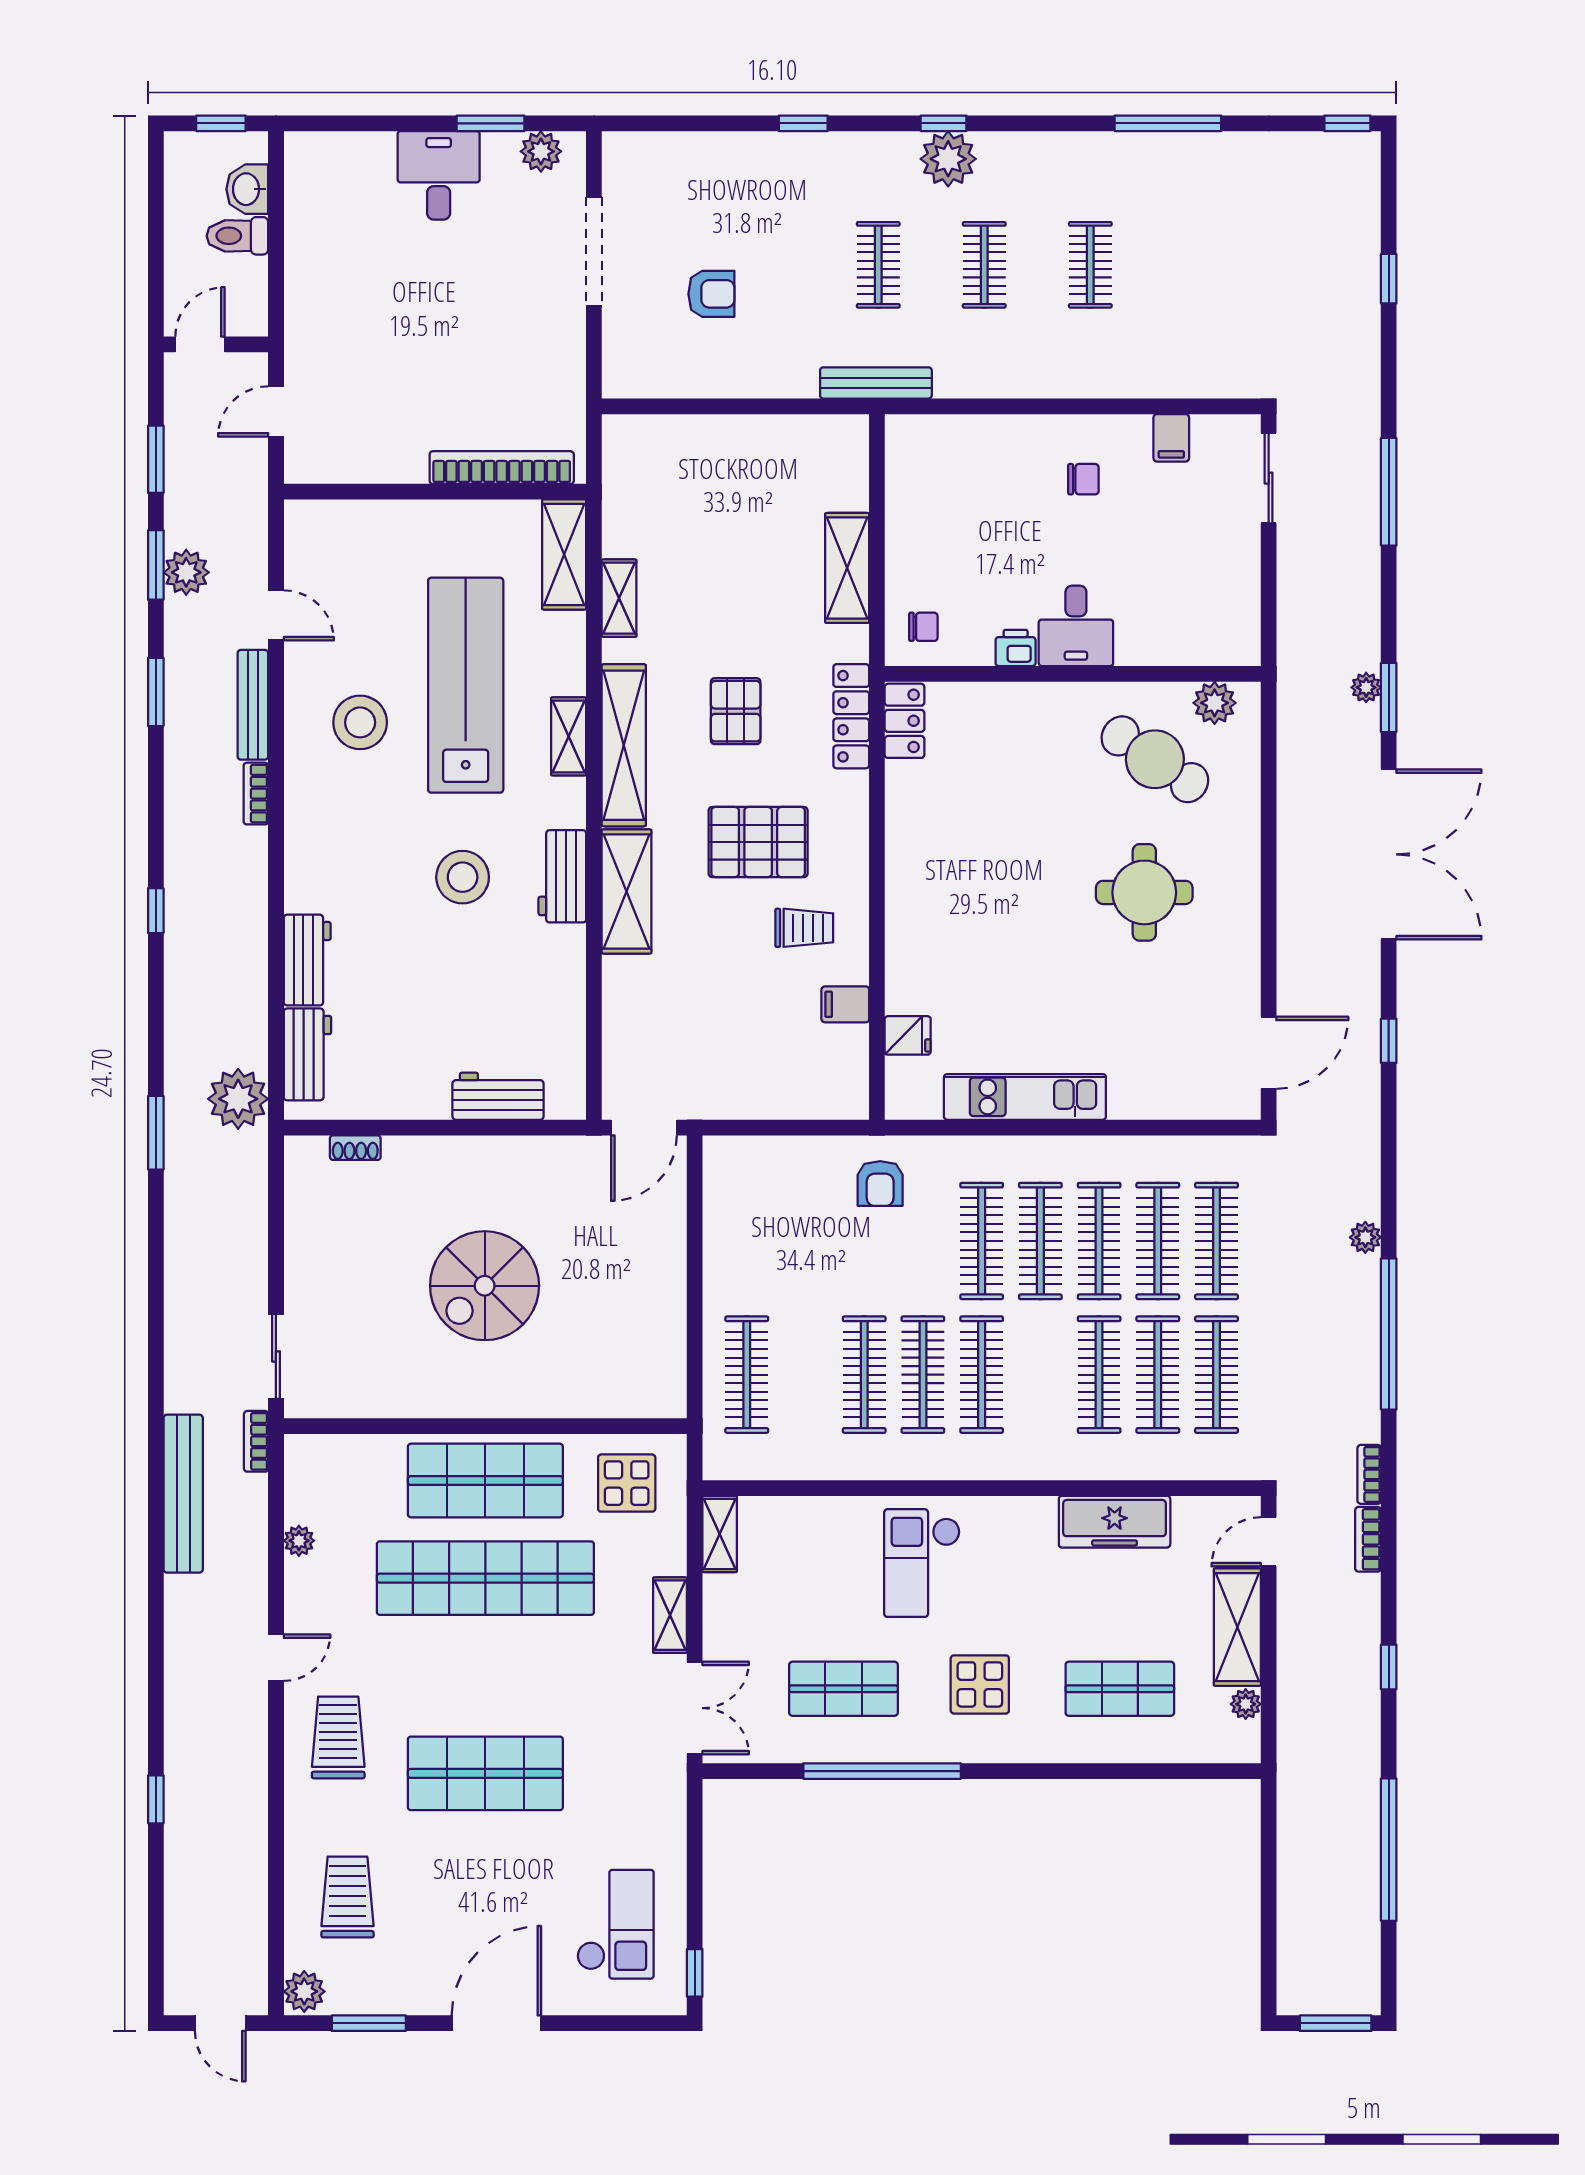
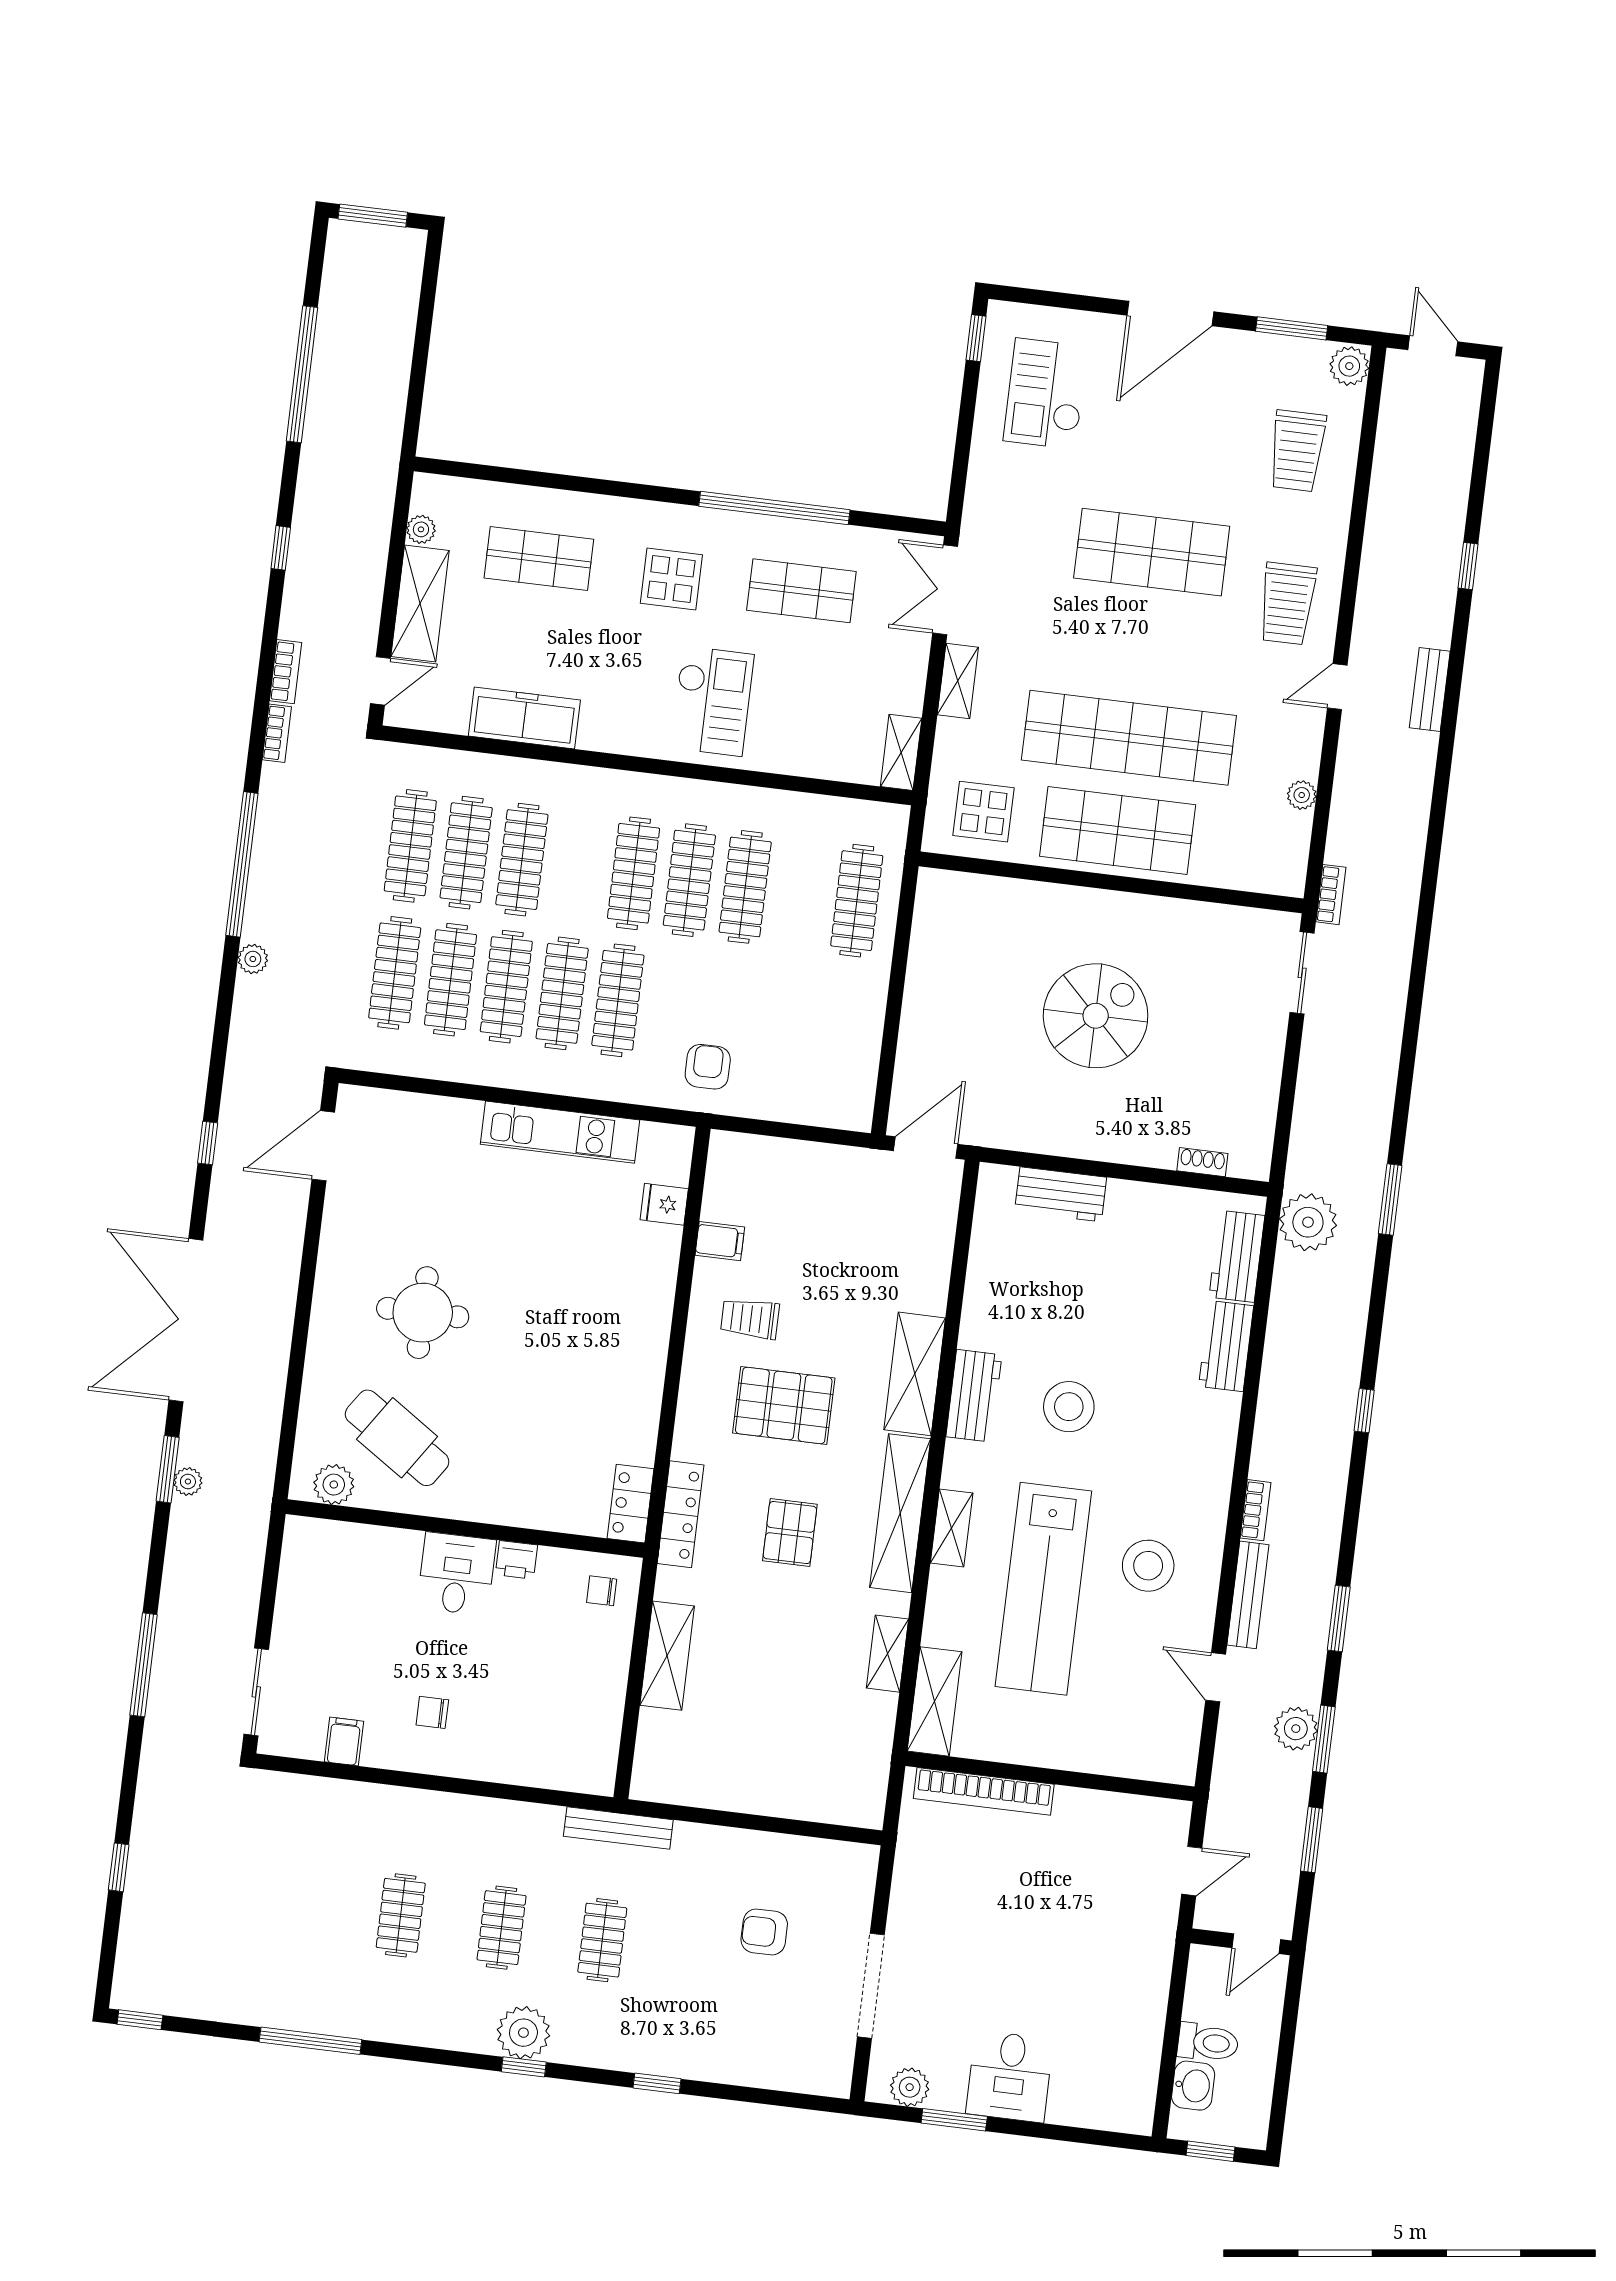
bench: (183, 1494) -> (1430, 690), moved, width x0.54, depth x0.82

